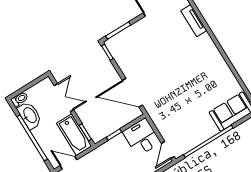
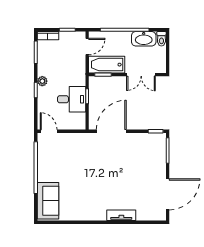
tv unit: (194, 21) -> (121, 215), moved
desk: (142, 137) -> (72, 99), moved

